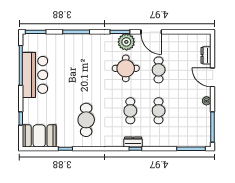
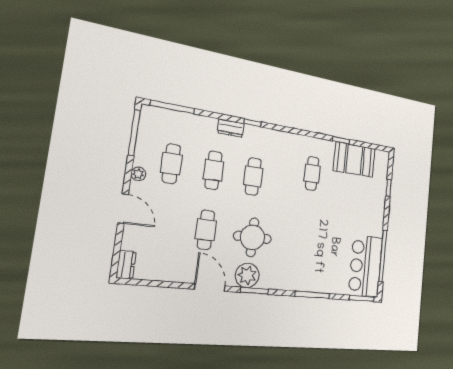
dresser: (206, 55) -> (126, 265), moved
bar counter: (35, 75) -> (366, 266), moved
cafe table: (187, 111) -> (171, 164), added
cafe table: (86, 120) -> (312, 173), width x0.73, depth x0.74
booth: (39, 136) -> (354, 160), moved
dresser: (133, 142) -> (231, 128), moved

